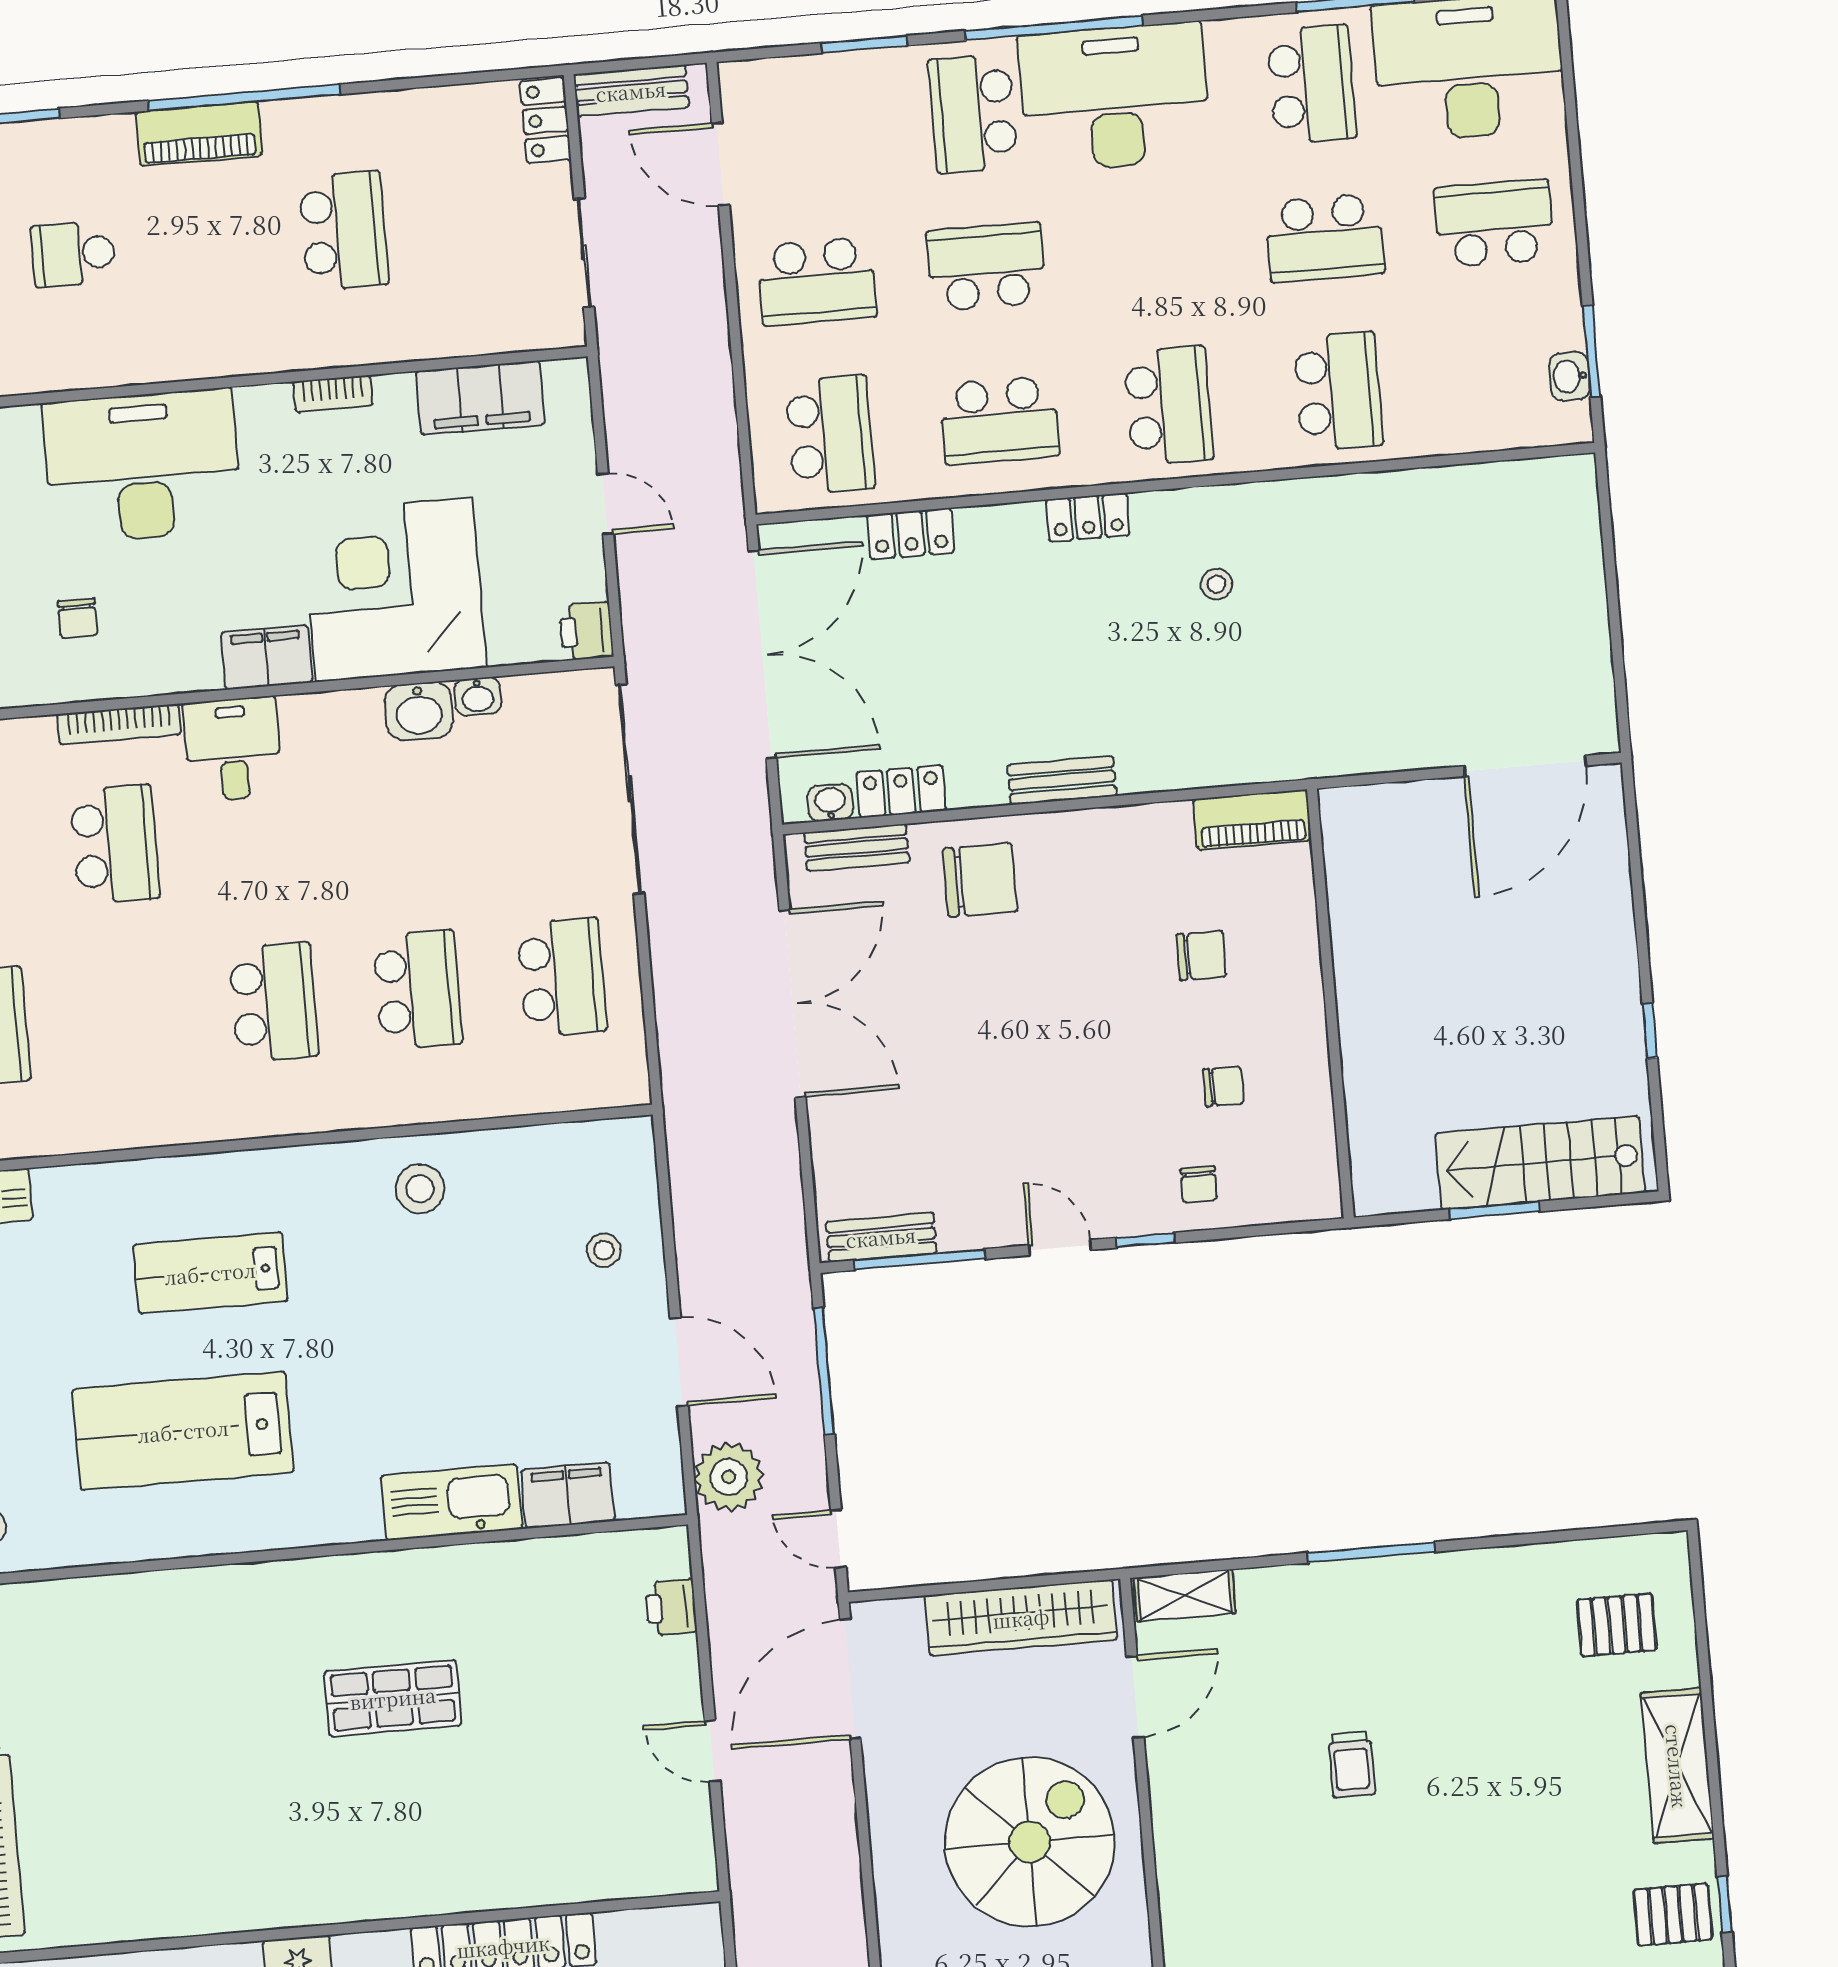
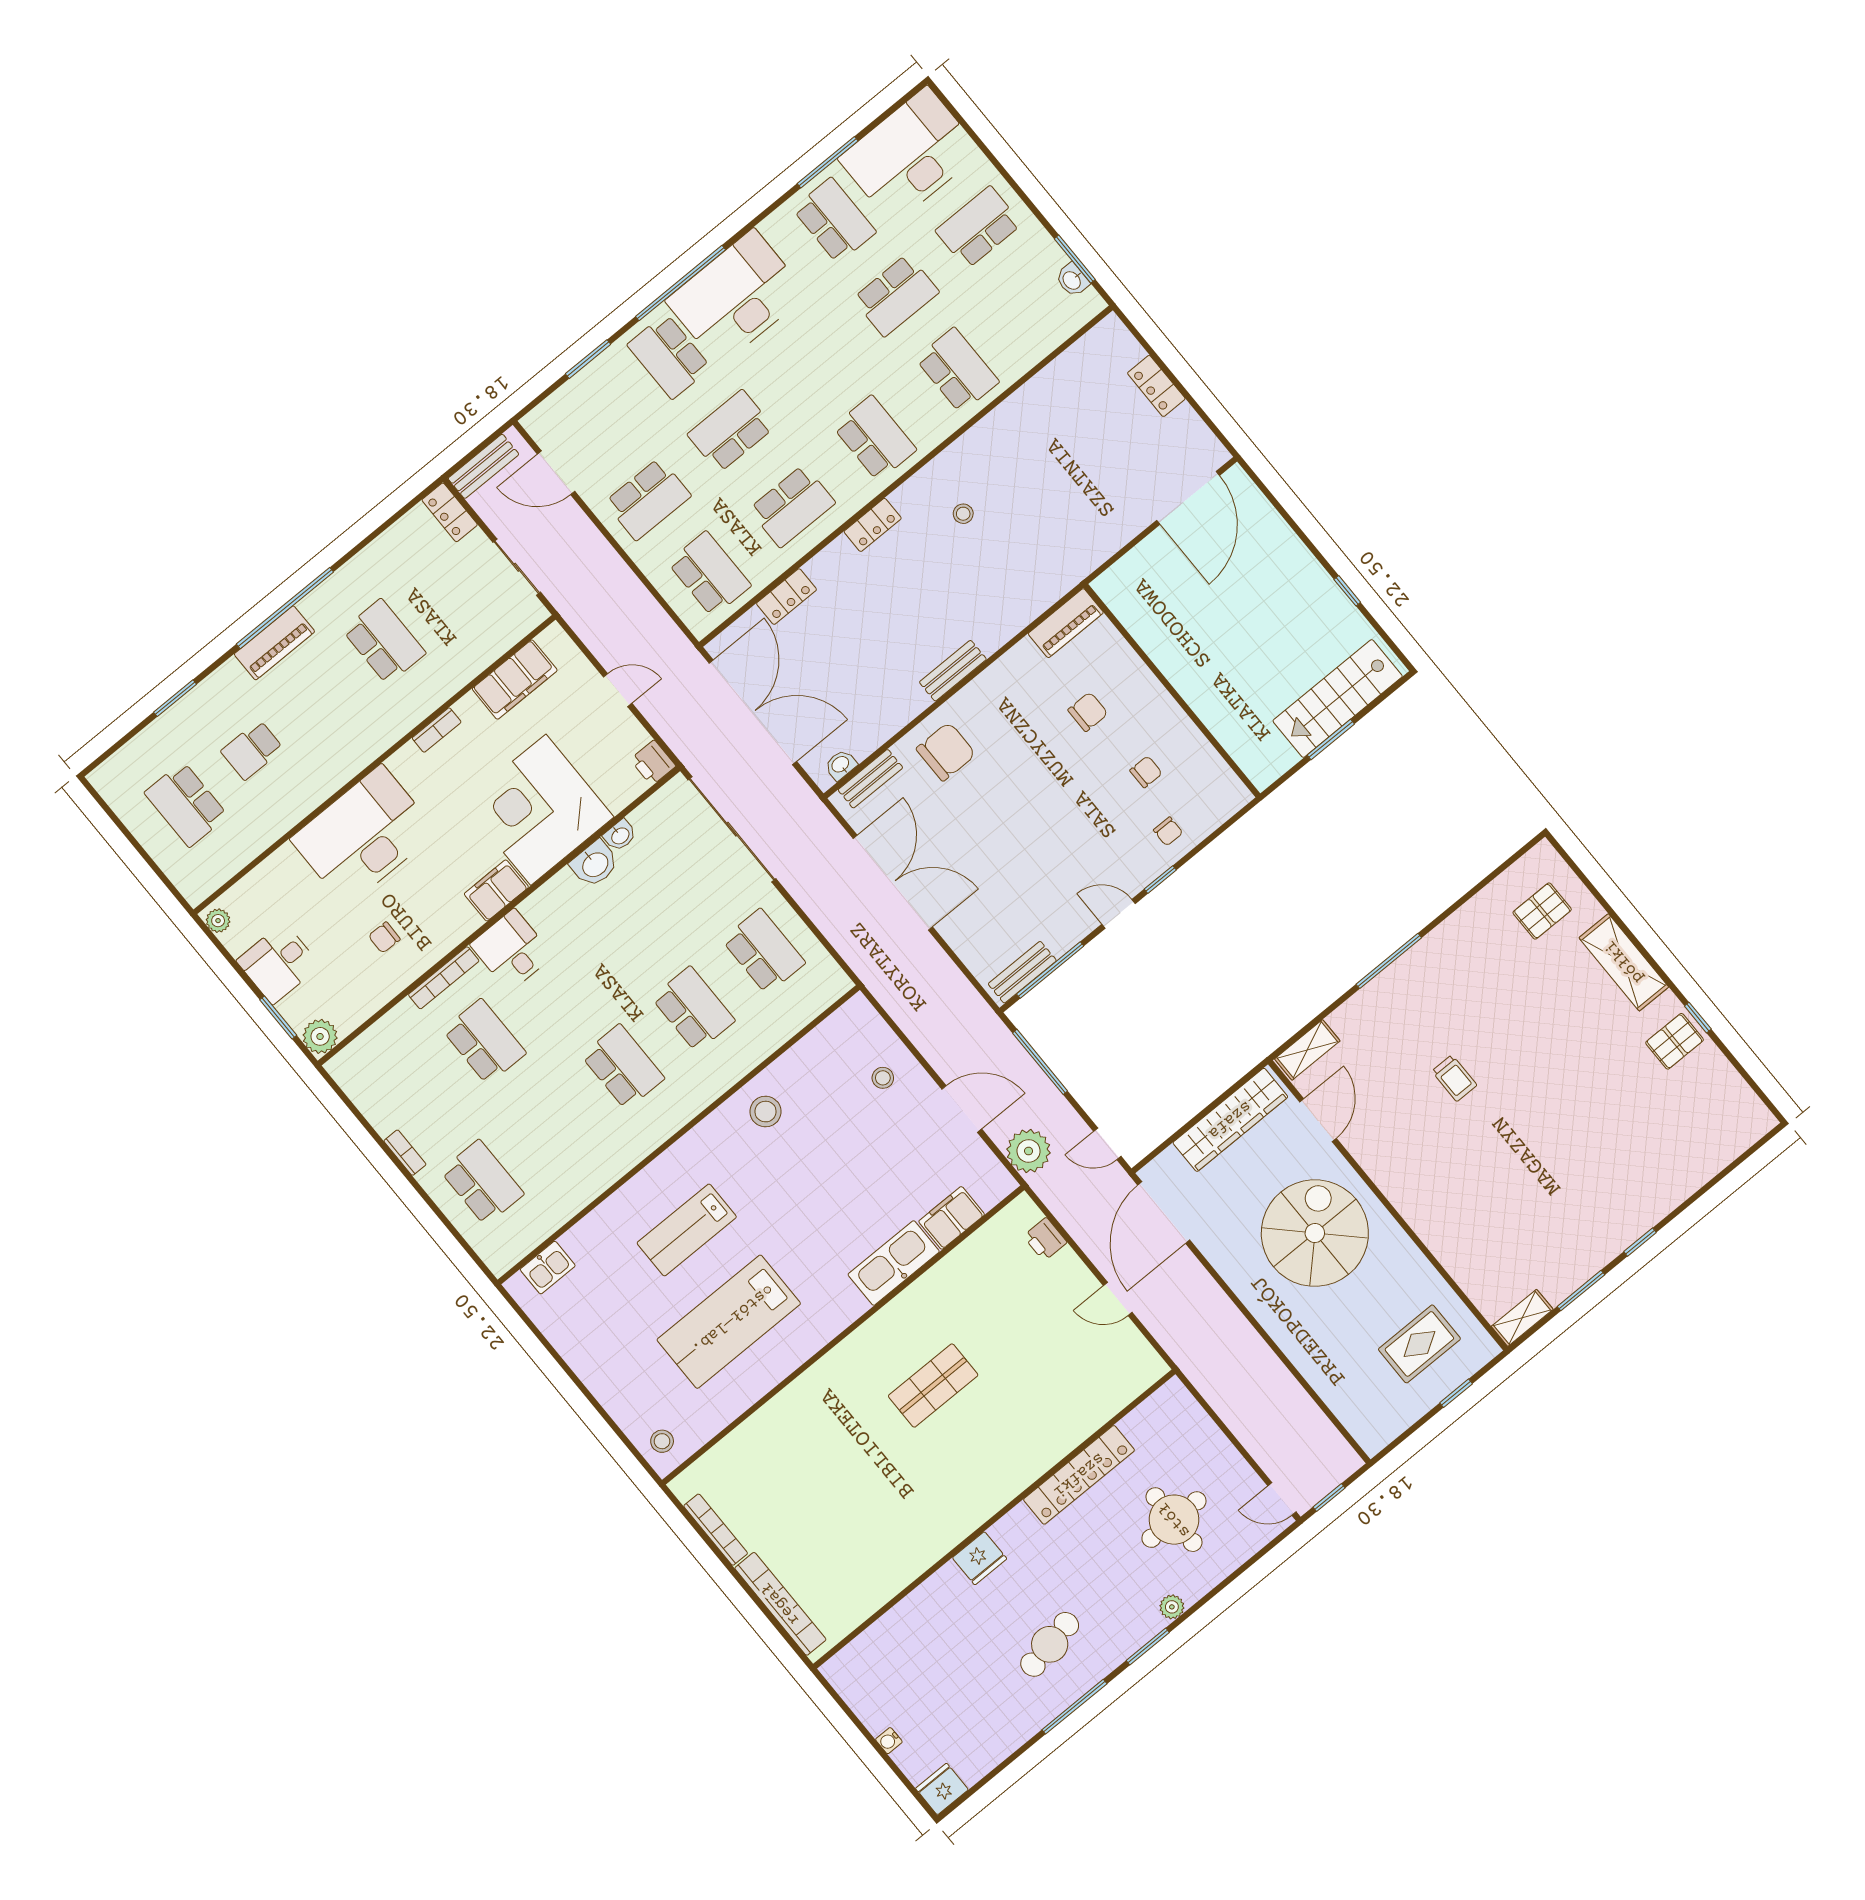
chair: (78, 618) -> (384, 938), turned 91
locker: (901, 791) -> (1156, 386), moved, turned -90

